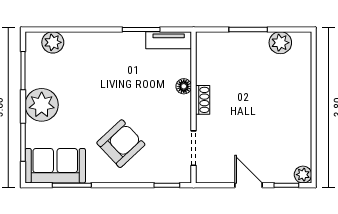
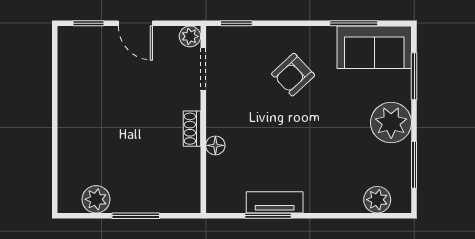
tv unit: (169, 40) -> (275, 202), moved
armchair: (121, 144) -> (293, 75), width x0.72, depth x0.72
plant: (303, 175) -> (190, 36), moved

